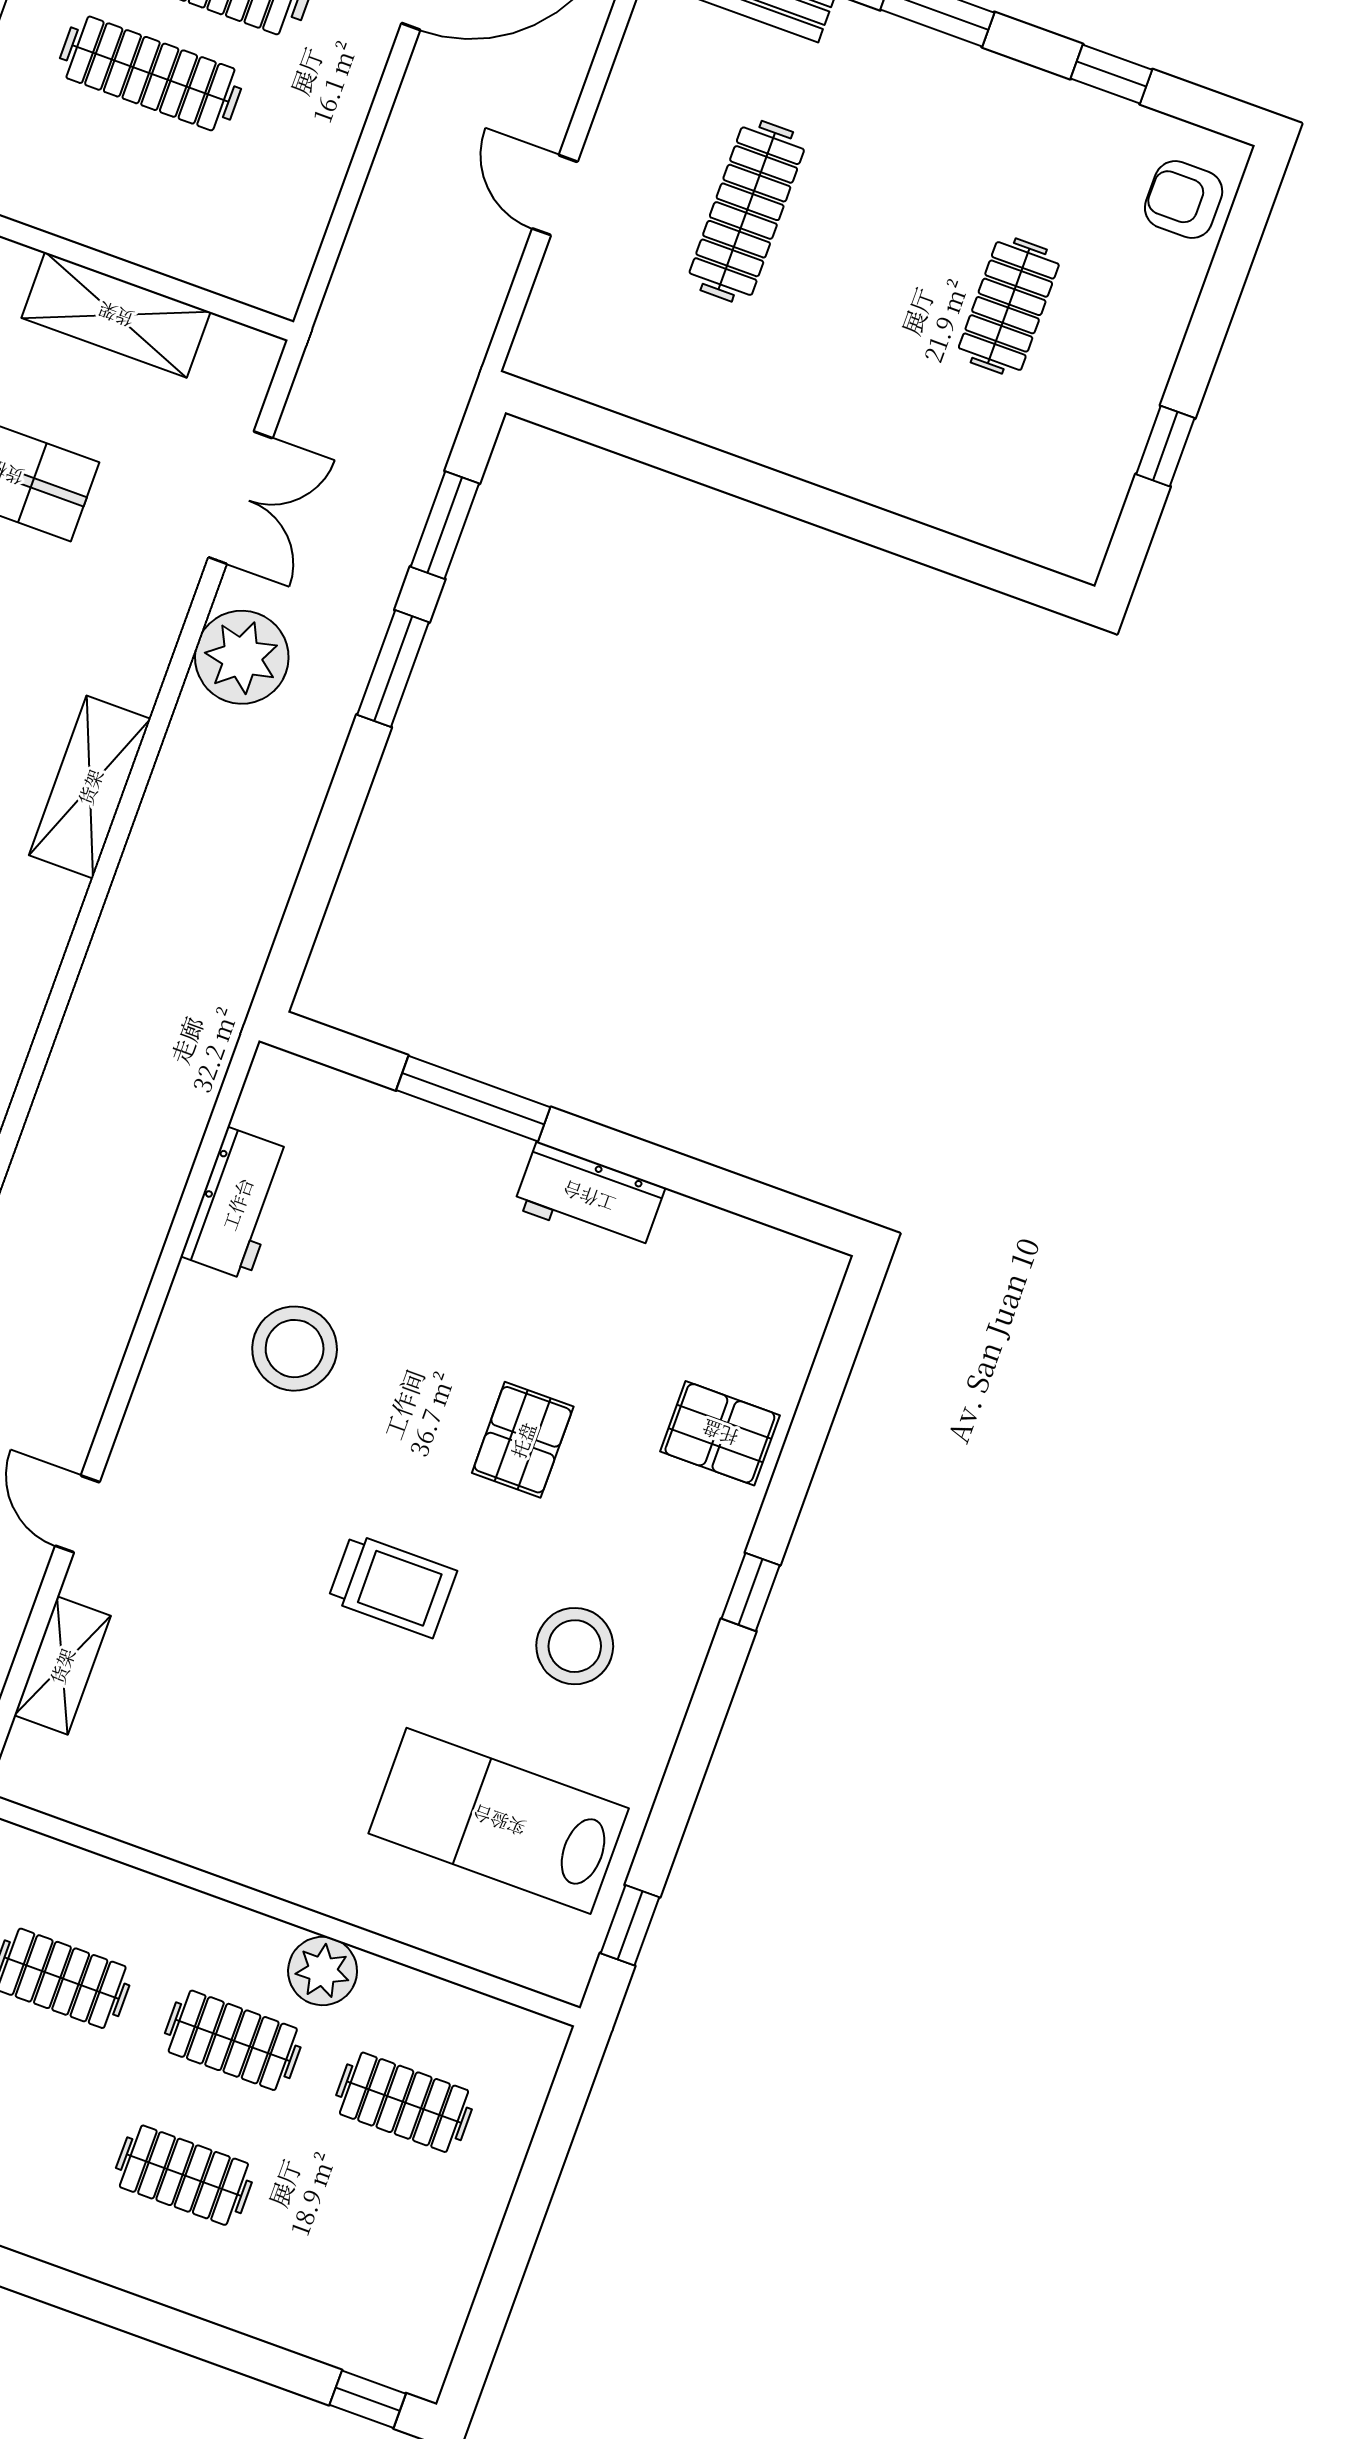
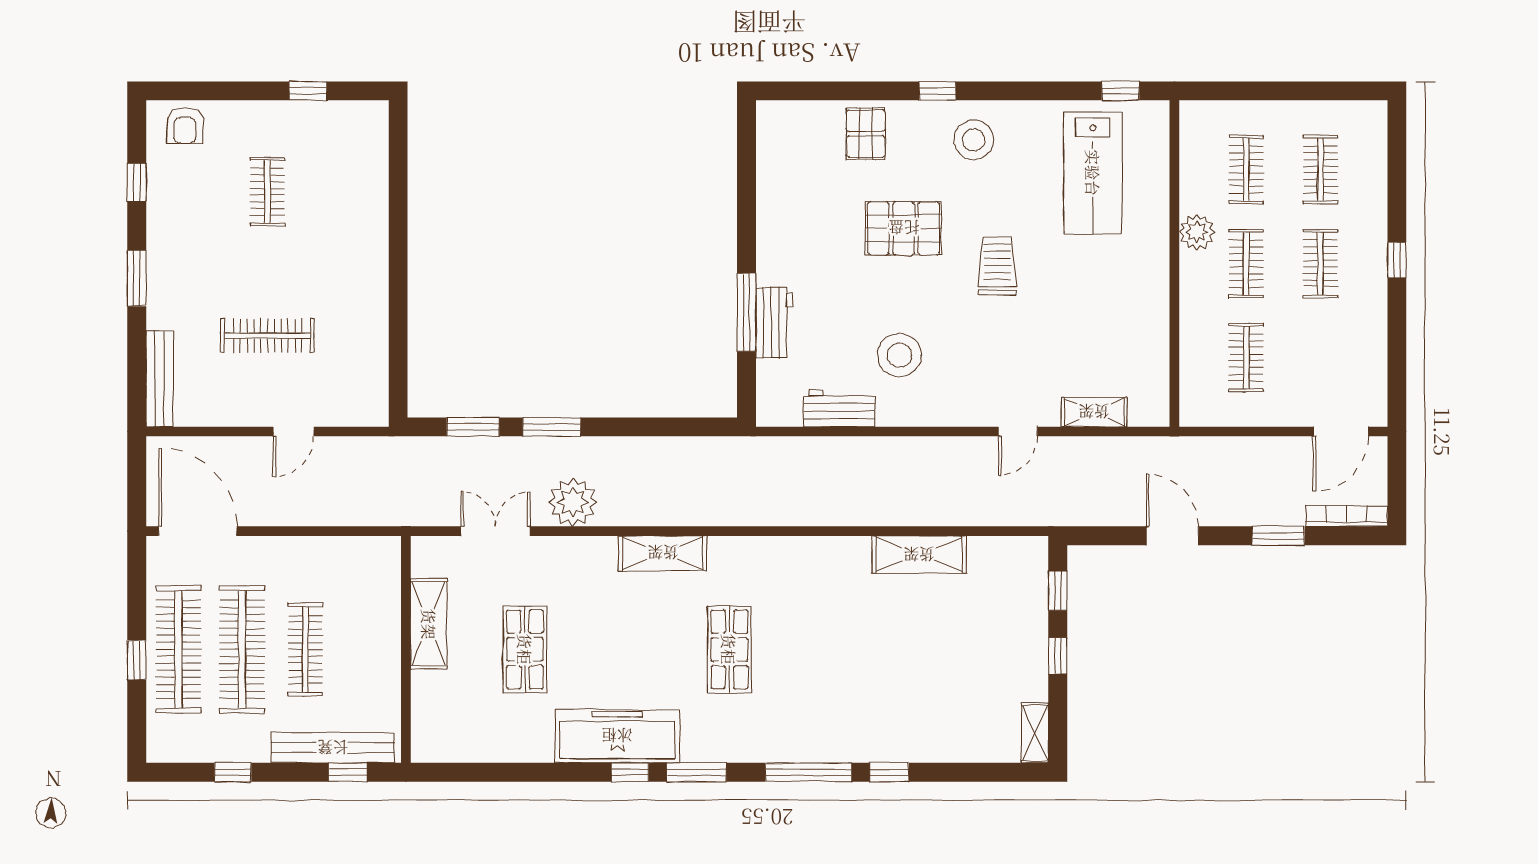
clothes rail: (1009, 306) -> (267, 192), turned 90
workbench: (589, 1197) -> (774, 323), moved
pallet: (523, 1440) -> (904, 228), width x1.50, depth x1.42
stool: (575, 1646) -> (974, 140), moved
clothes rail: (355, 2237) -> (1320, 169), added
window: (368, 2399) -> (1397, 260), moved

